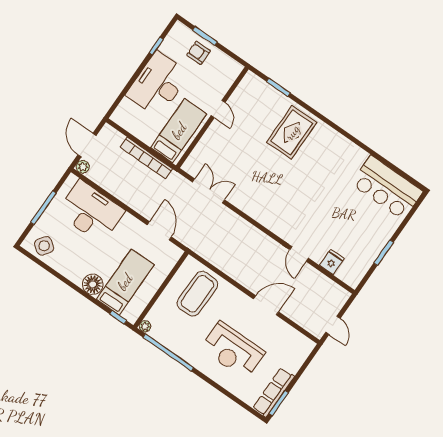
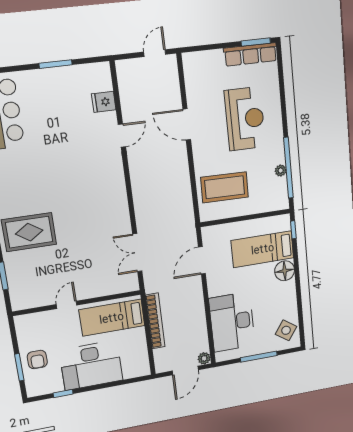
plant: (145, 326) -> (281, 171), moved

